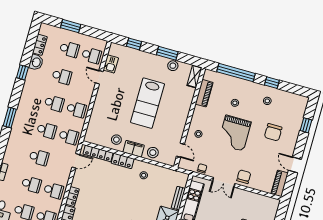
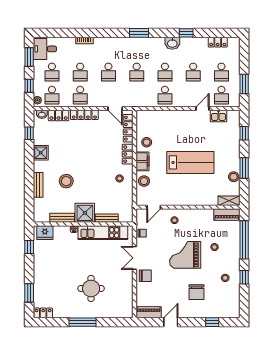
window: (71, 26) -> (244, 84), moved
washbasin: (36, 62) -> (172, 43), moved
piano: (204, 93) -> (227, 215), moved
lab bench: (148, 103) -> (190, 162), turned 180
chair: (273, 132) -> (196, 292), turned -90
school desk: (69, 136) -> (137, 95), removed
locker: (72, 197) -> (84, 115), width x1.53

